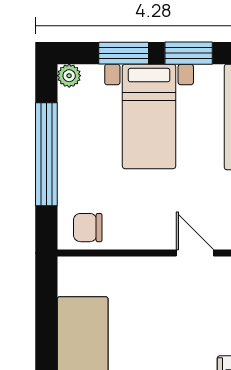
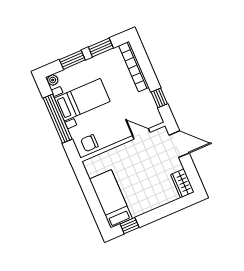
bed with nightstands: (149, 116) -> (82, 100), moved, turned -90

